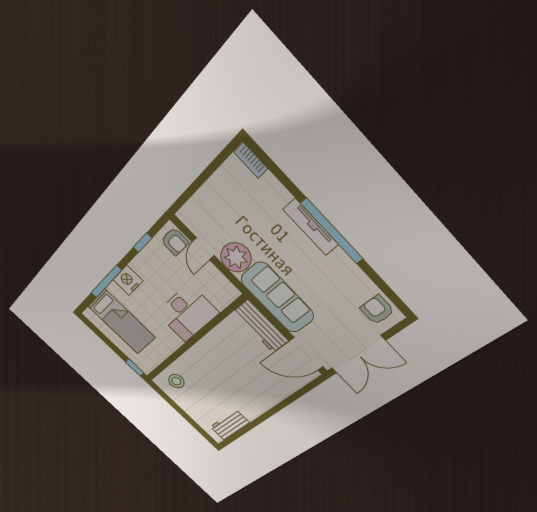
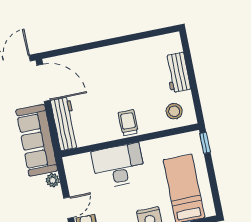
plant: (236, 257) -> (53, 180), width x0.53, depth x0.53
trolley: (206, 354) -> (128, 123), added
workbench: (230, 425) -> (177, 72), moved, turned 90

